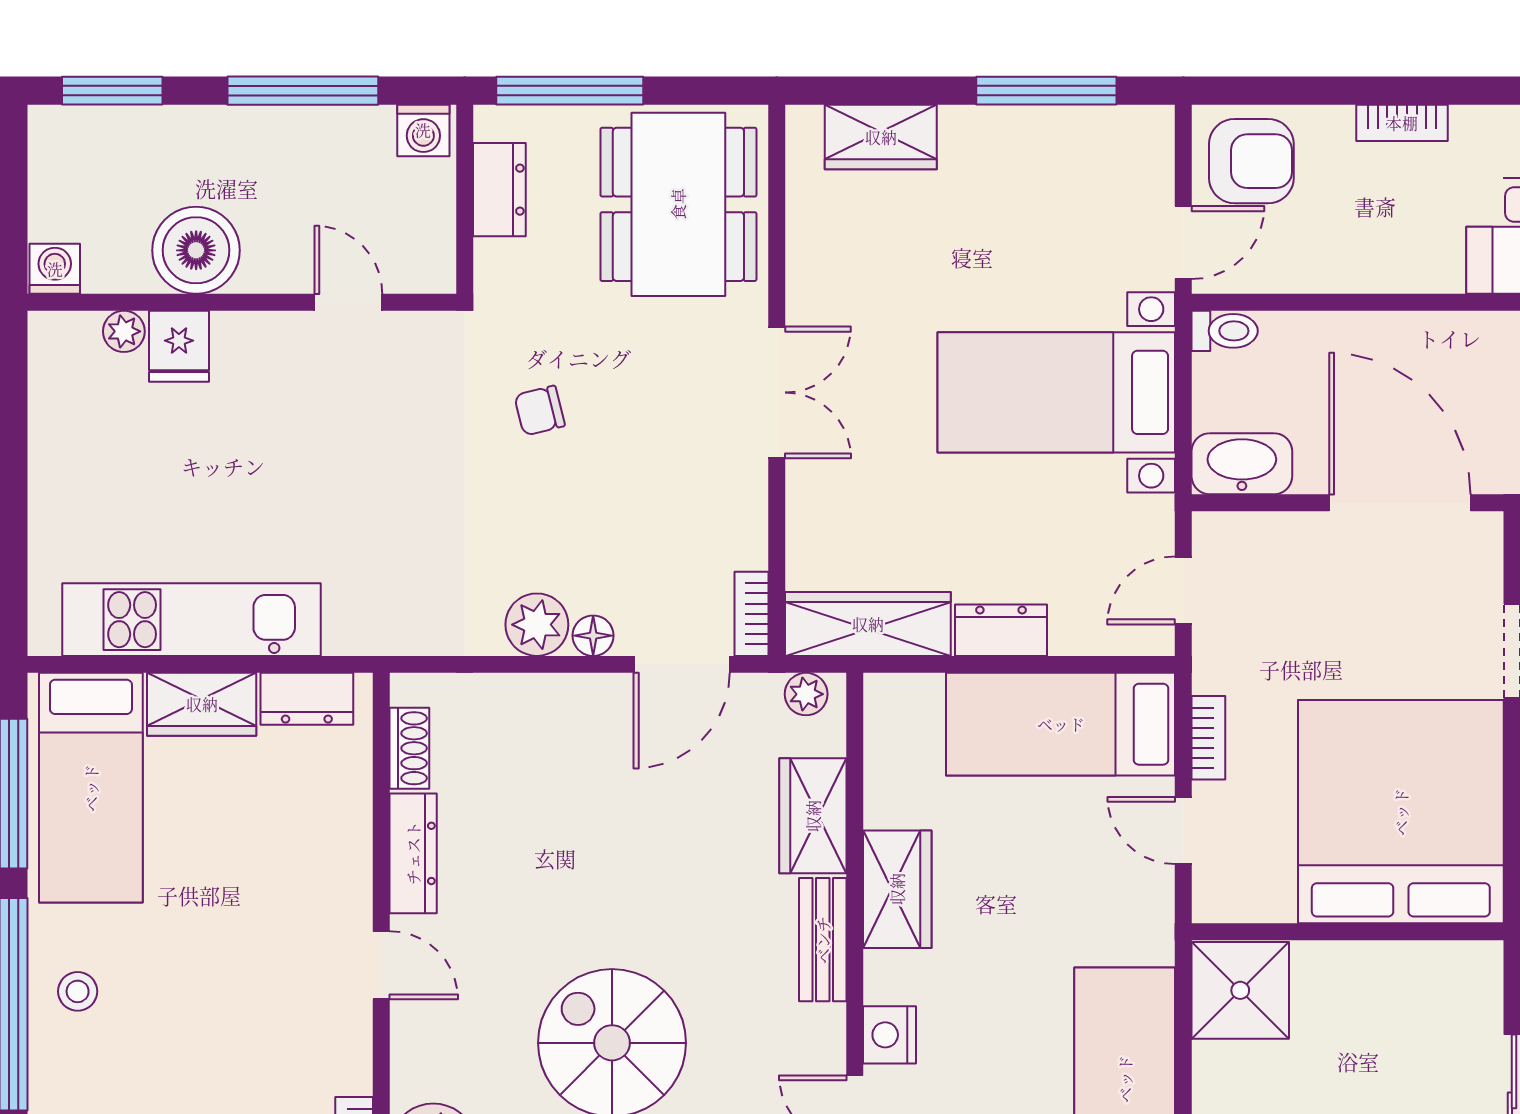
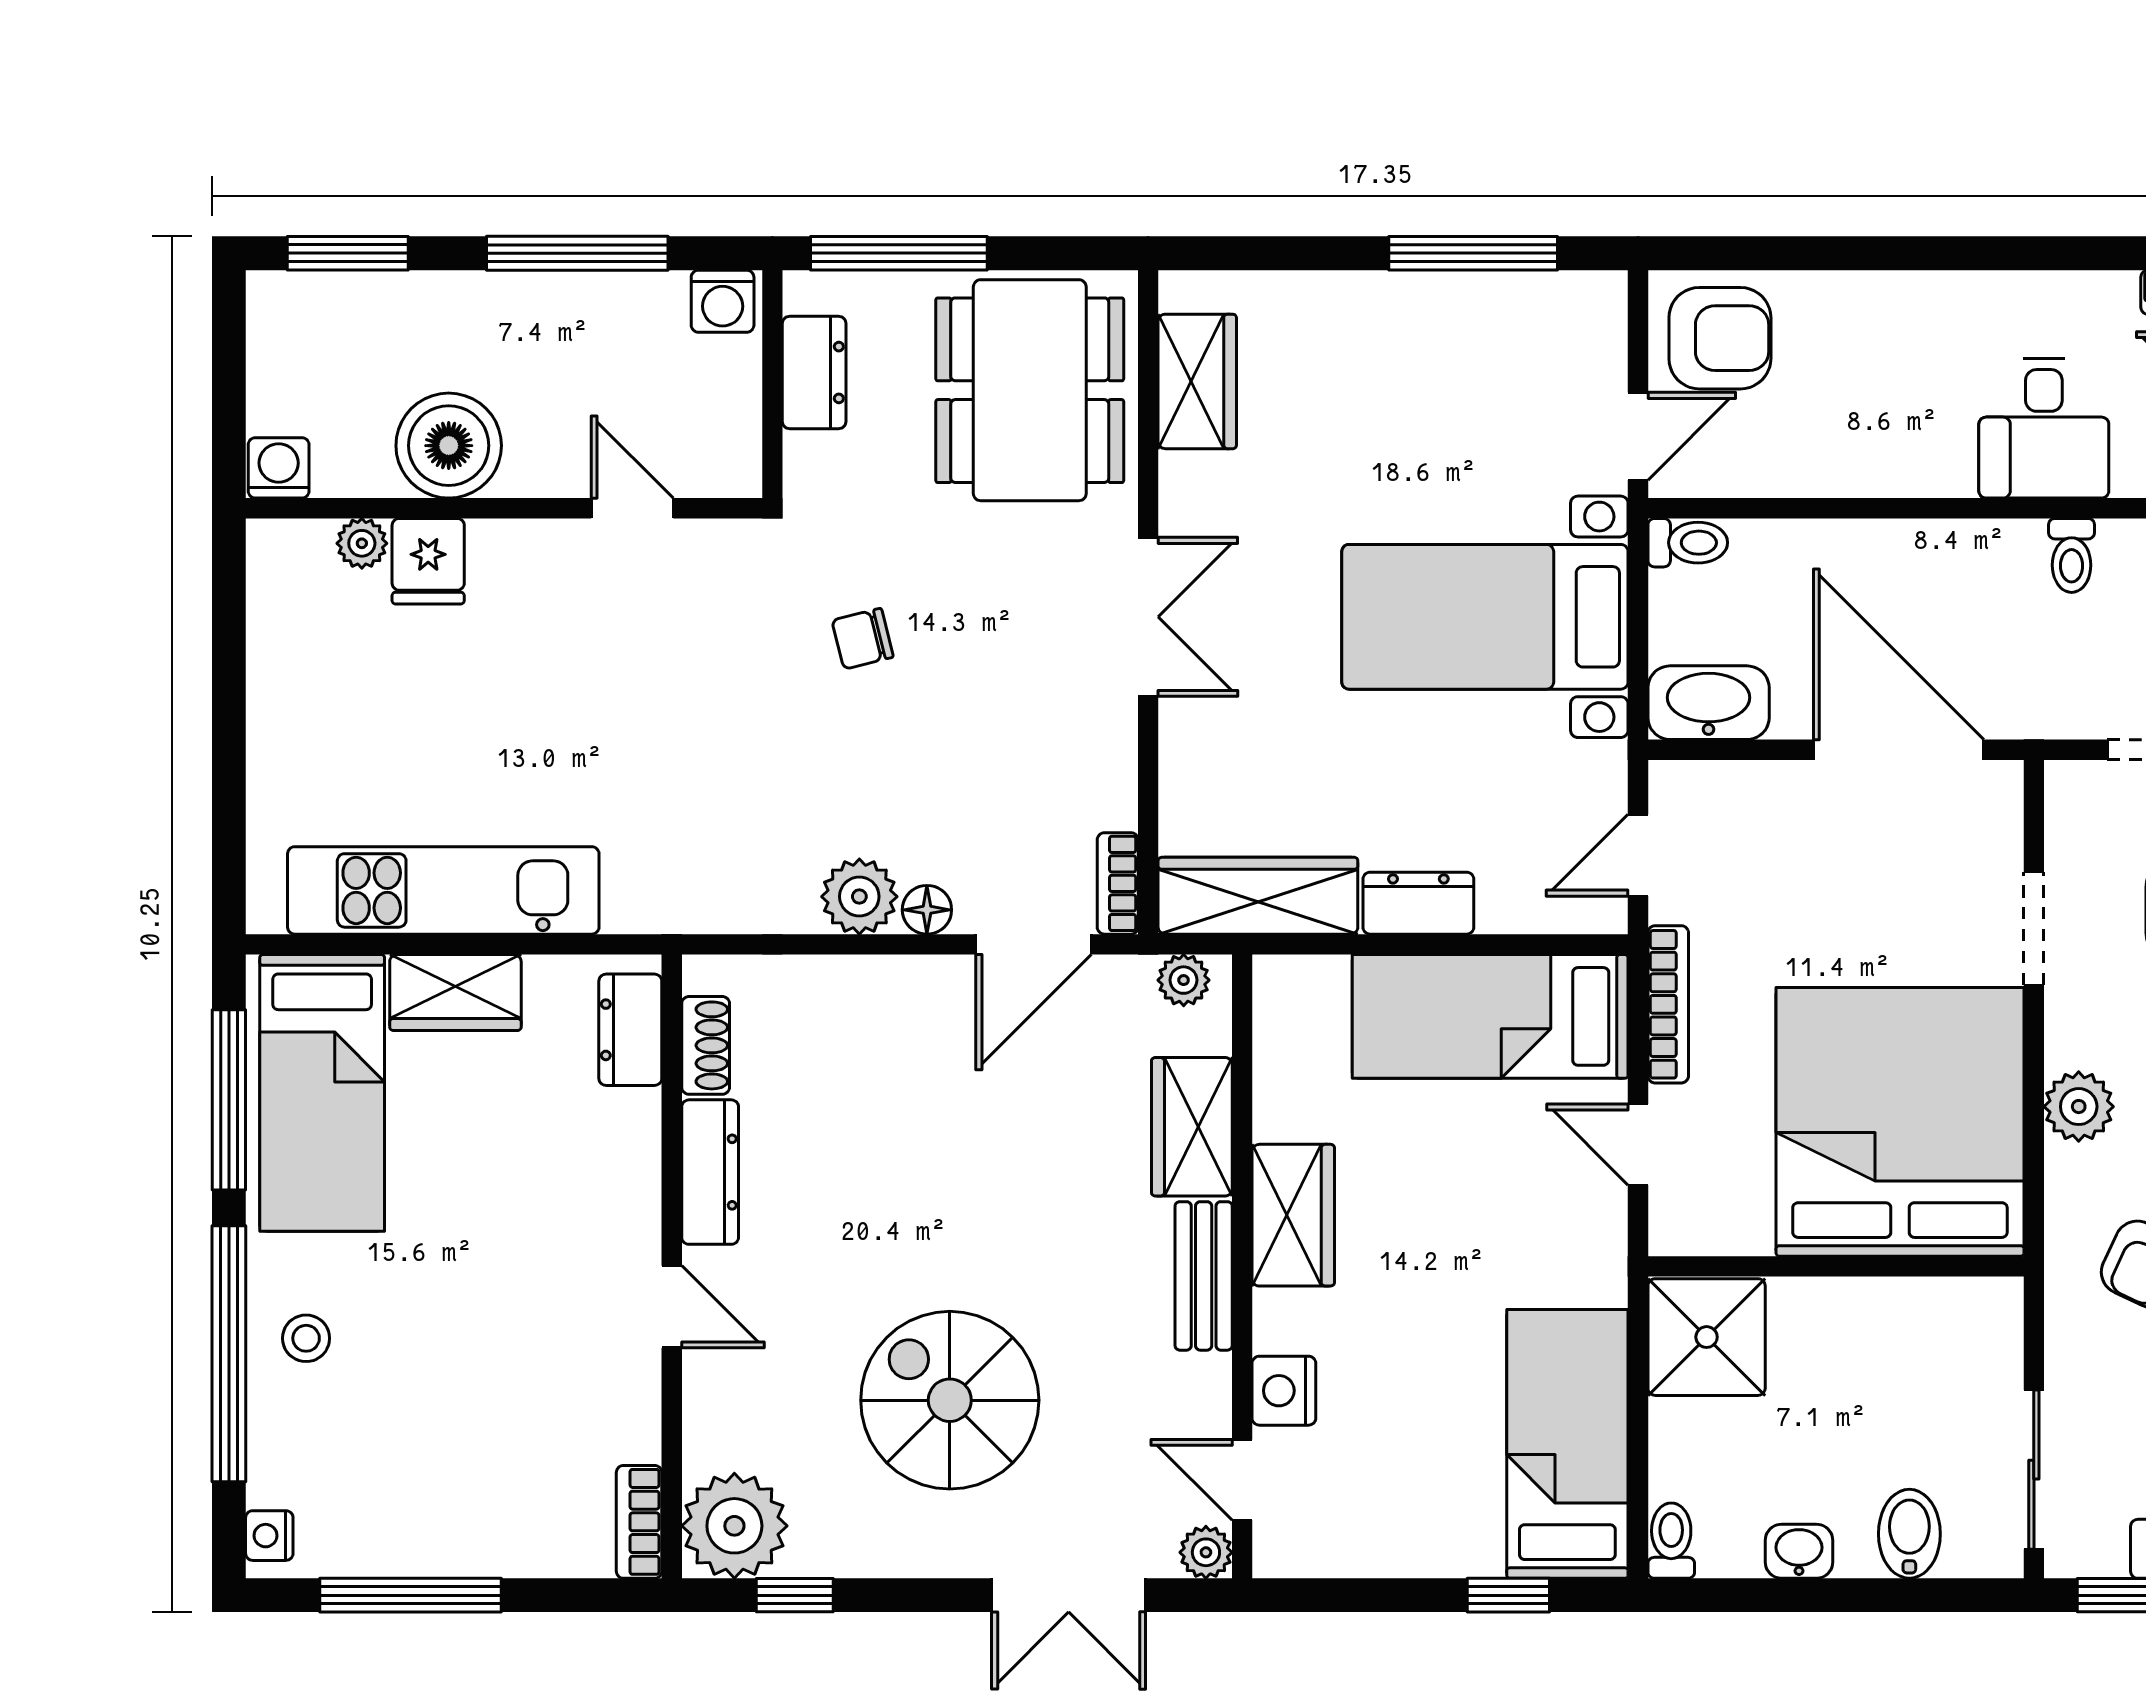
bookcase: (1402, 123) -> (1901, 292), removed
wardrobe: (881, 137) -> (1197, 381), moved, turned -90
dresser: (307, 699) -> (630, 1030), moved, turned 90
bookcase: (1208, 738) -> (1668, 1004), width x1.56

